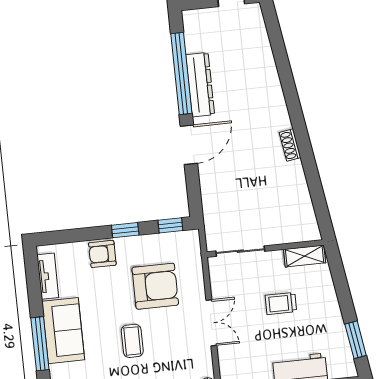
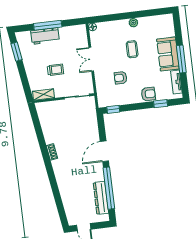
dresser: (200, 85) -> (101, 198), moved
window: (125, 230) -> (161, 104), moved
armchair: (155, 286) -> (121, 78), width x0.53, depth x0.53
window: (40, 344) -> (181, 59), moved

